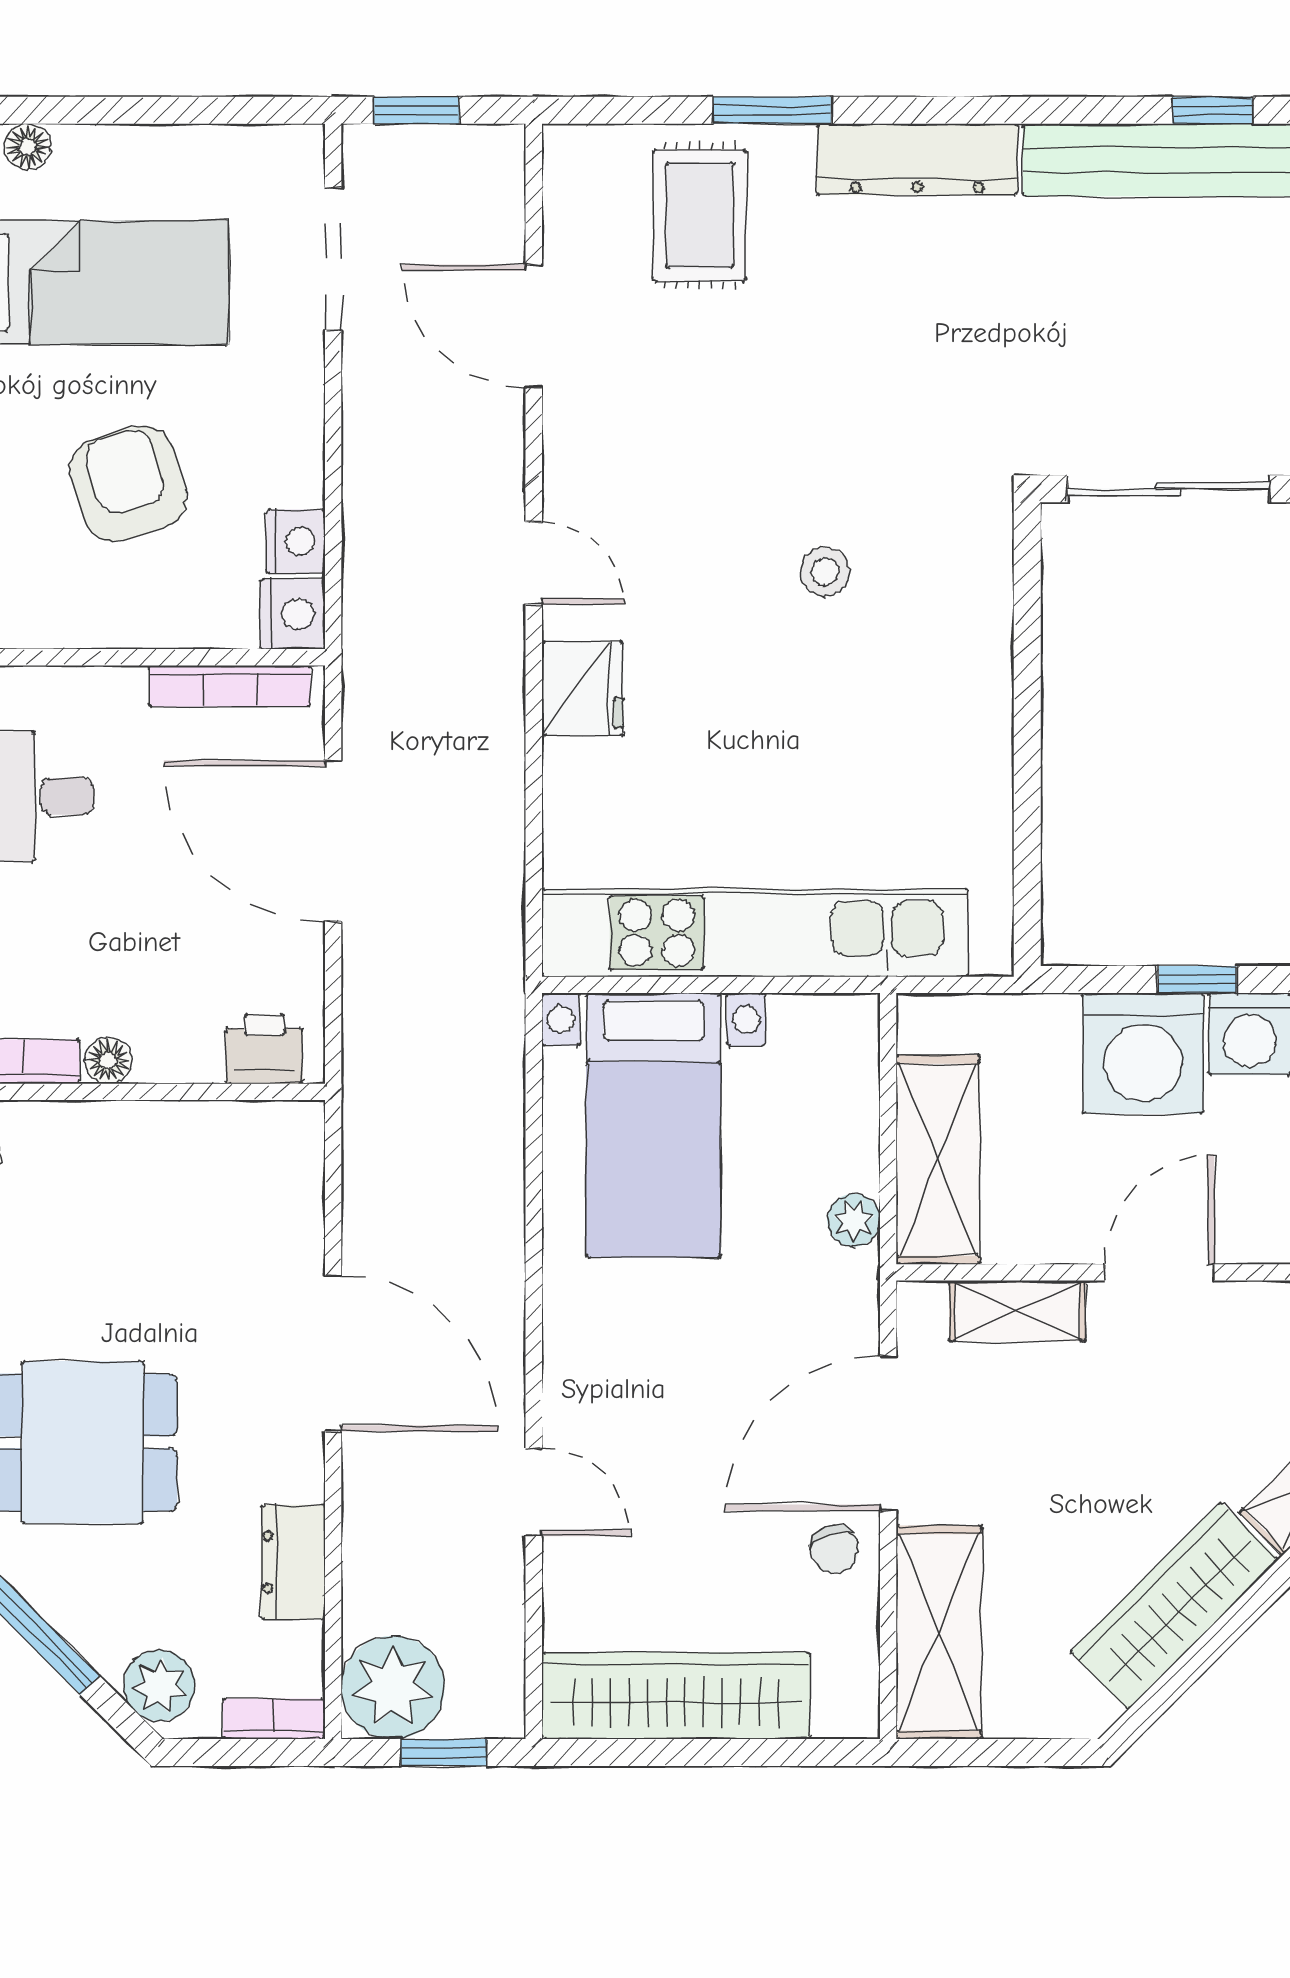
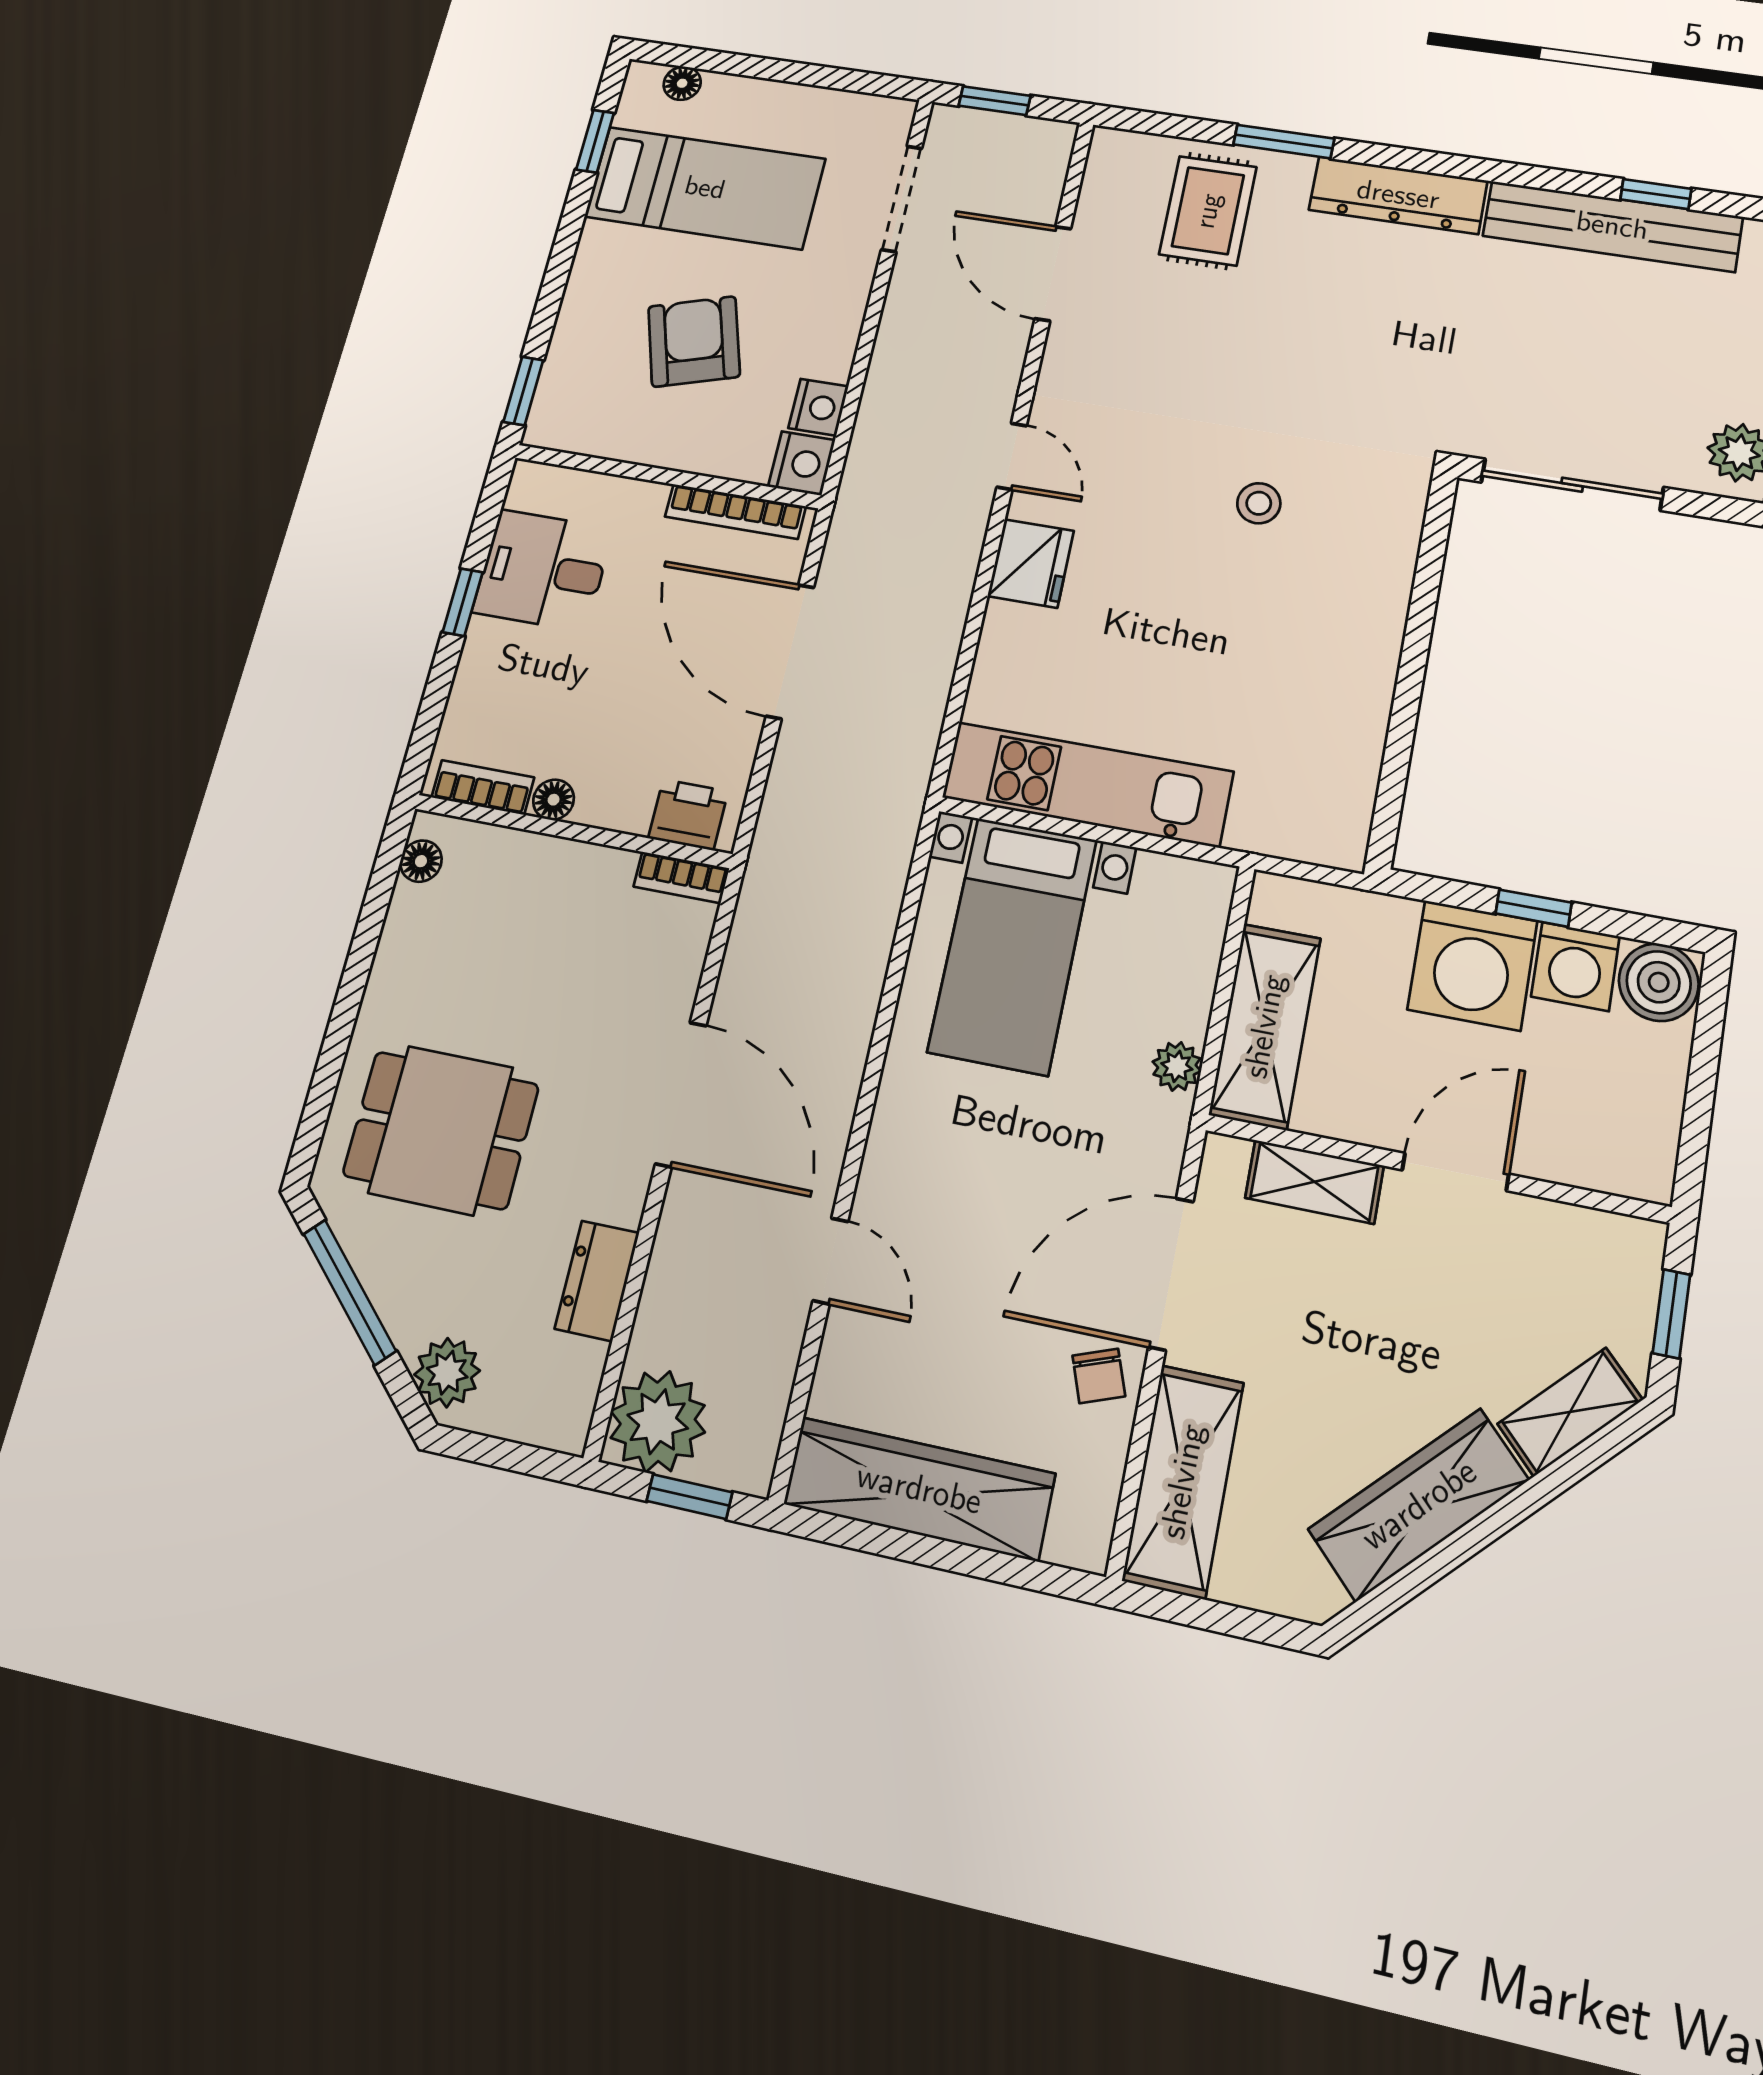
kitchen unit: (755, 933) -> (1087, 785), width x0.73
bookcase: (274, 1719) -> (681, 877), moved, turned 180

